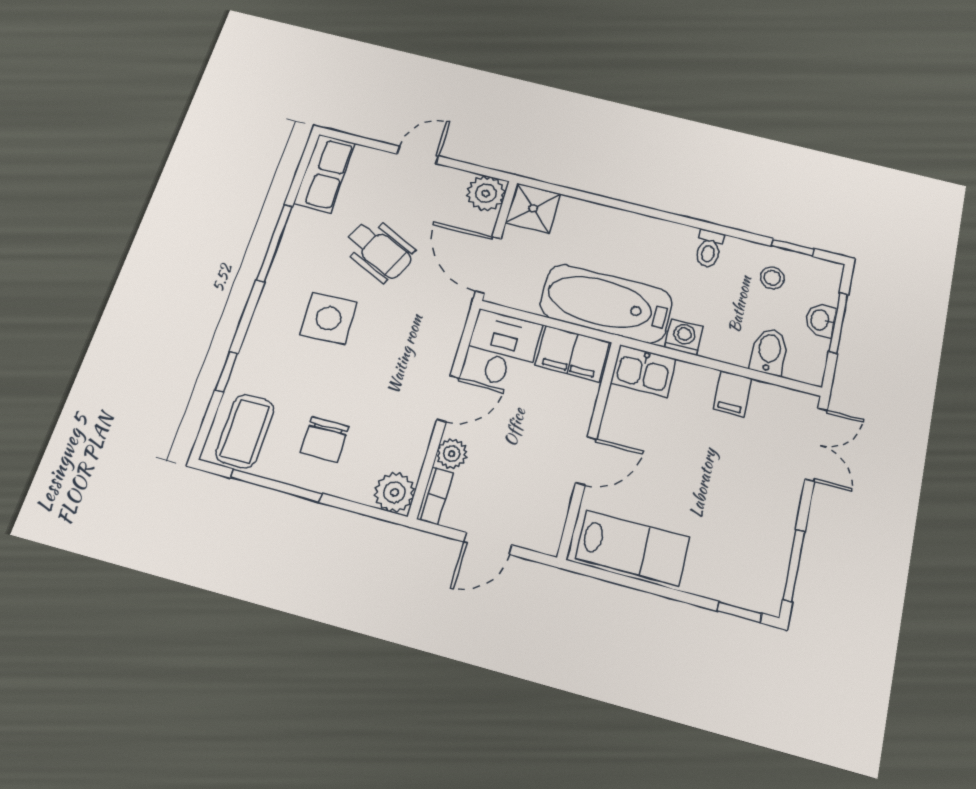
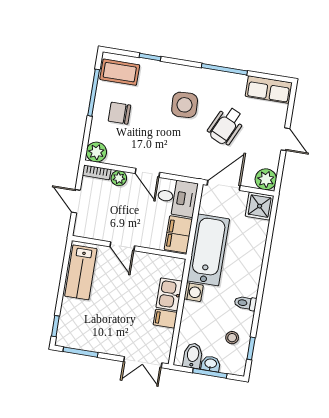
bidet: (769, 352) -> (193, 356), moved, turned -90
kitchen sink: (643, 371) -> (169, 294), moved

